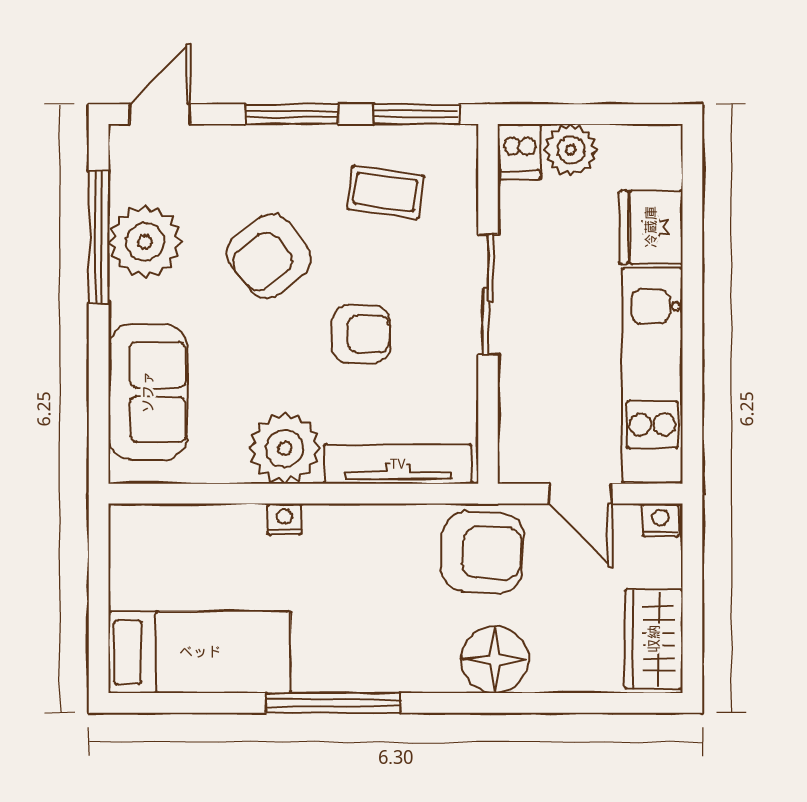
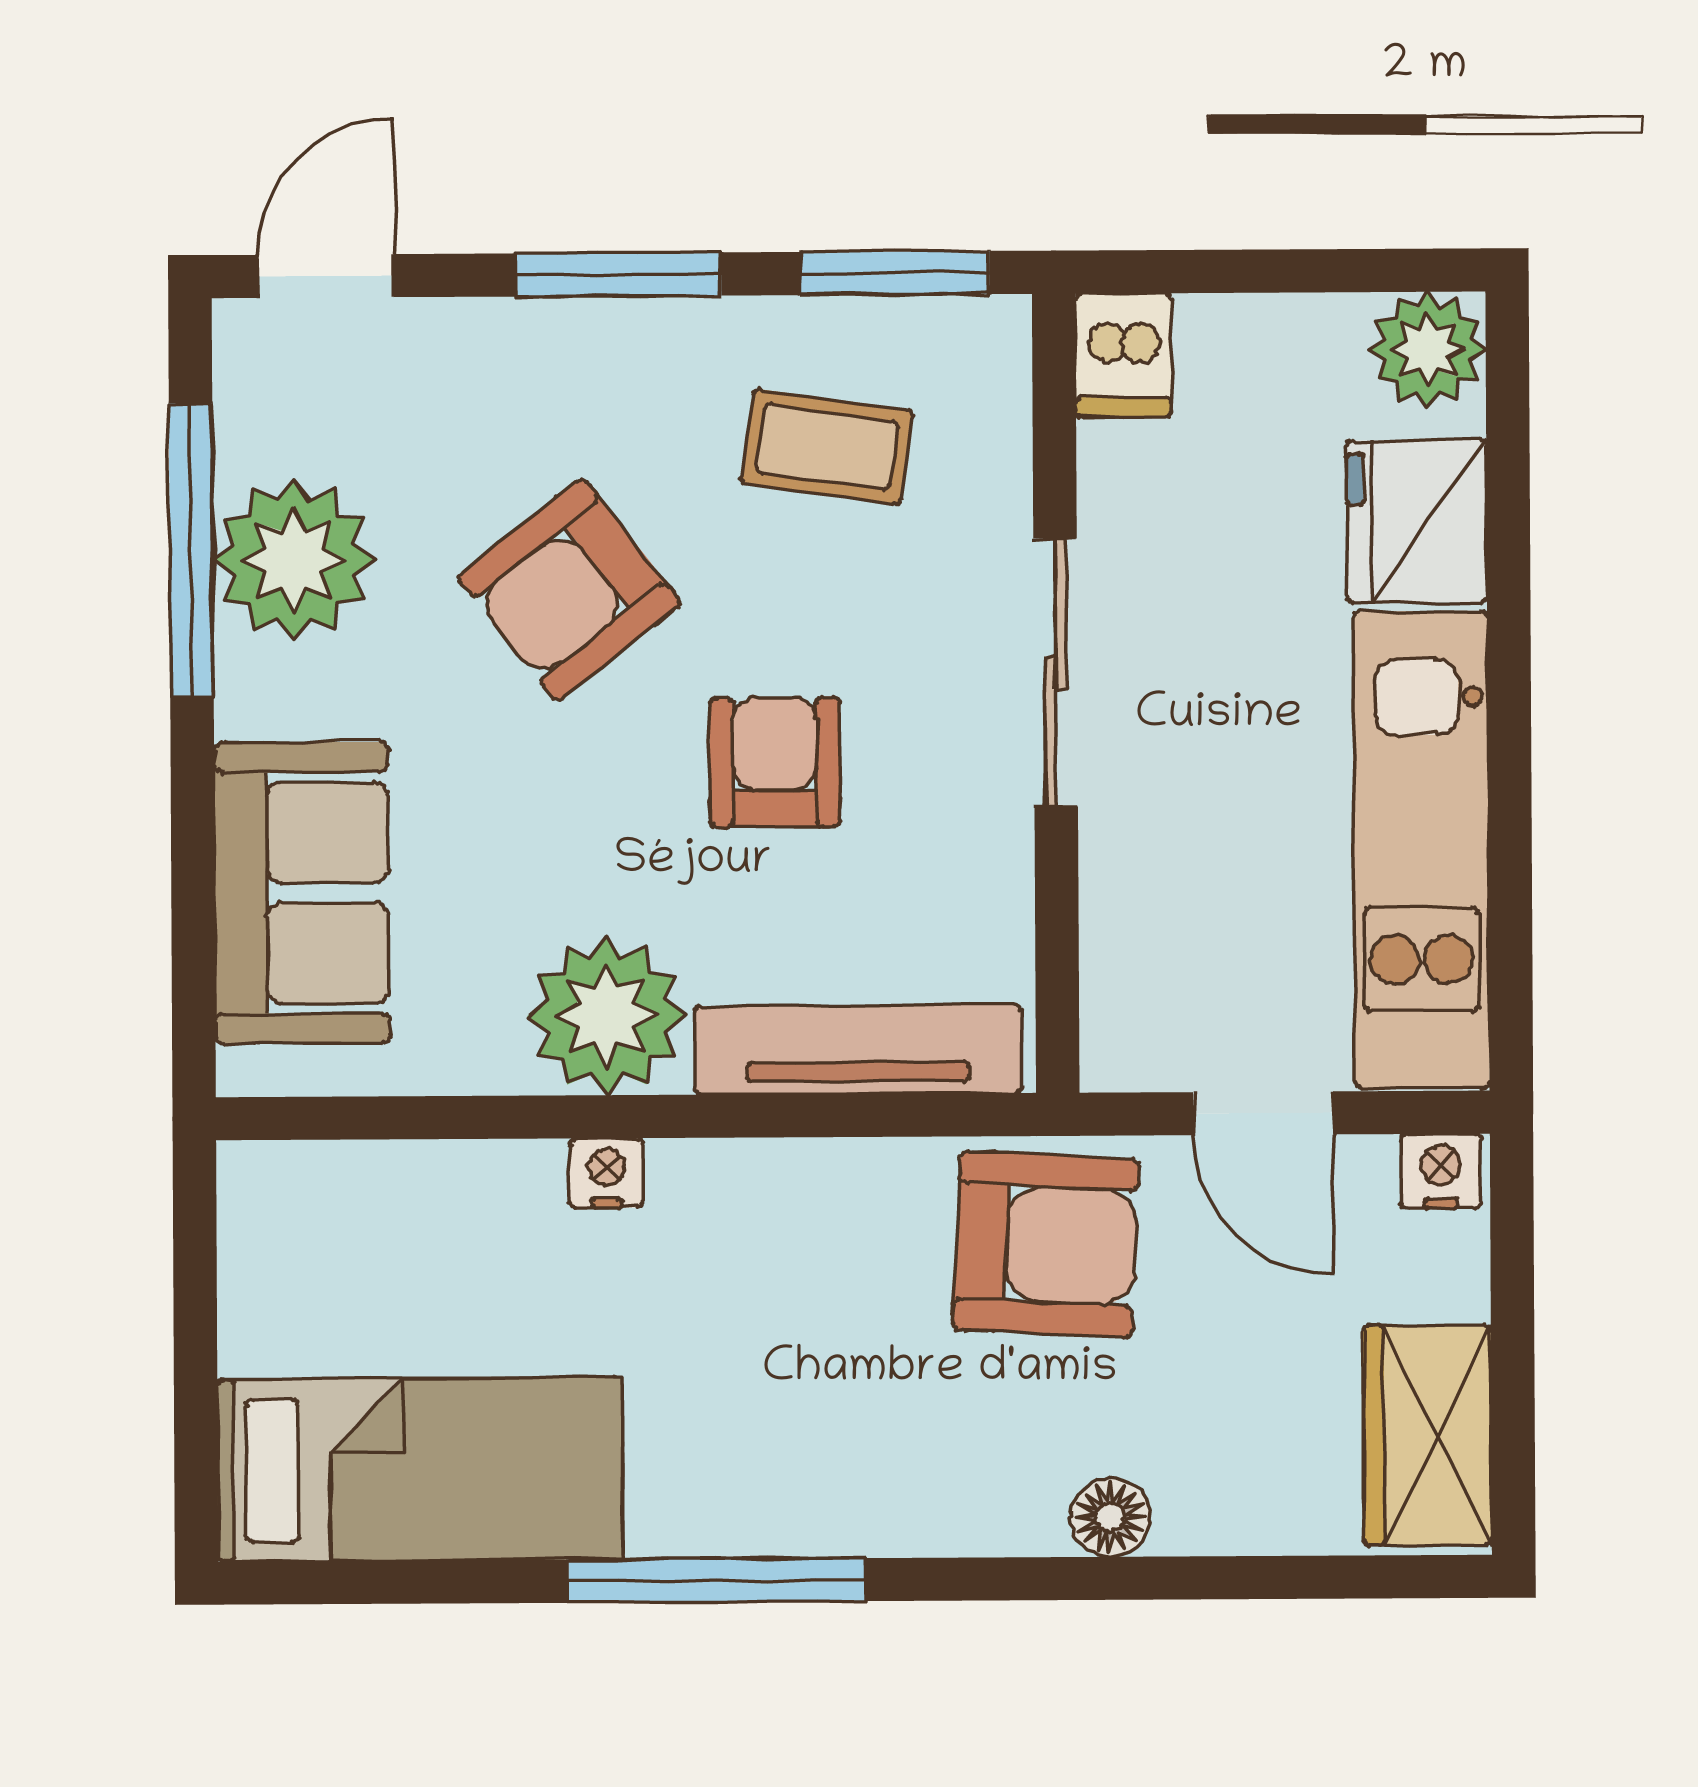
plant: (571, 150) -> (1428, 350), moved
armchair: (361, 334) -> (775, 762), turned -90
floor lamp: (495, 660) -> (1110, 1517), width x0.53, depth x0.53

